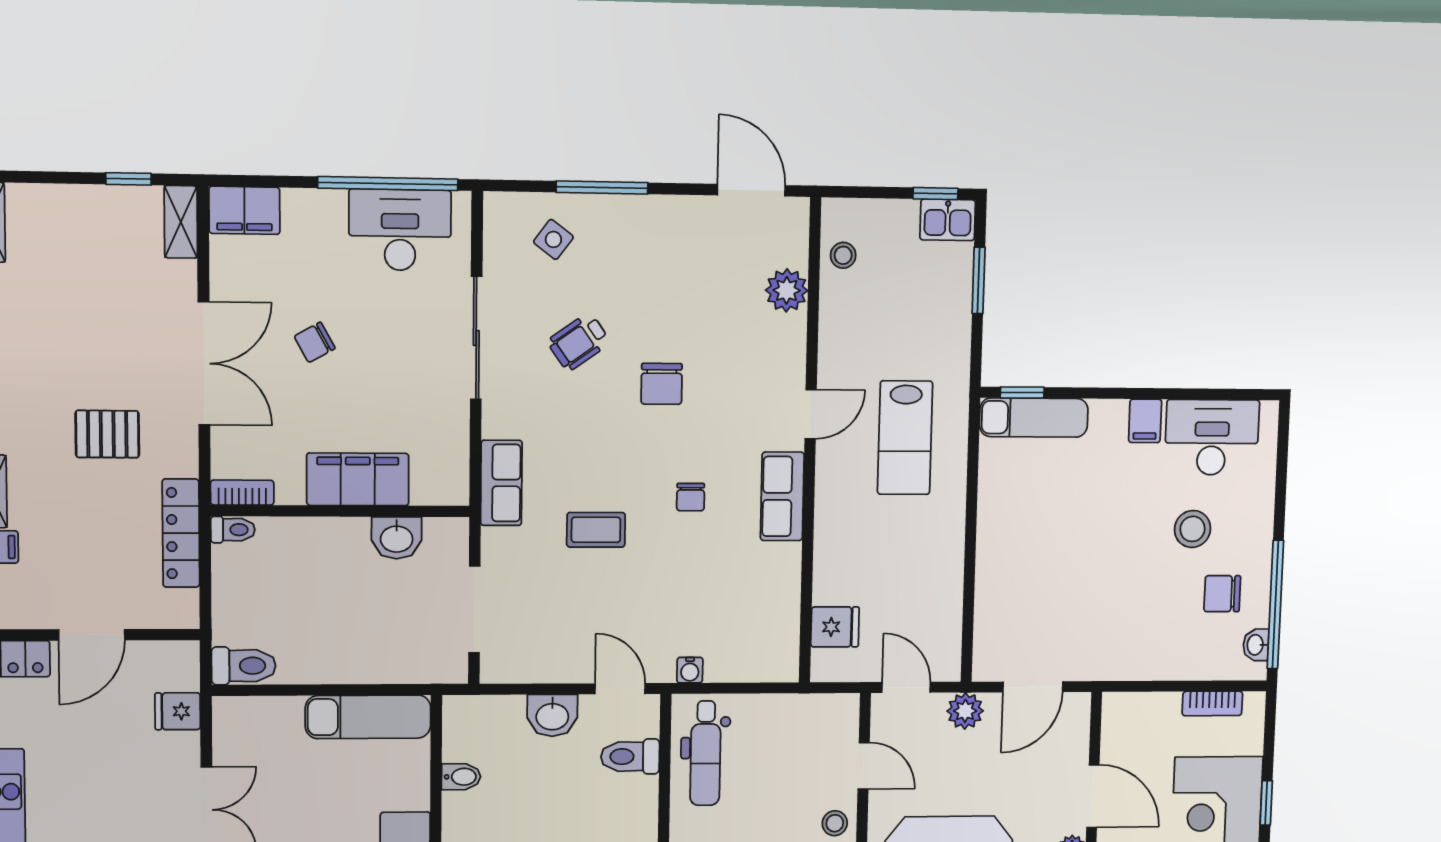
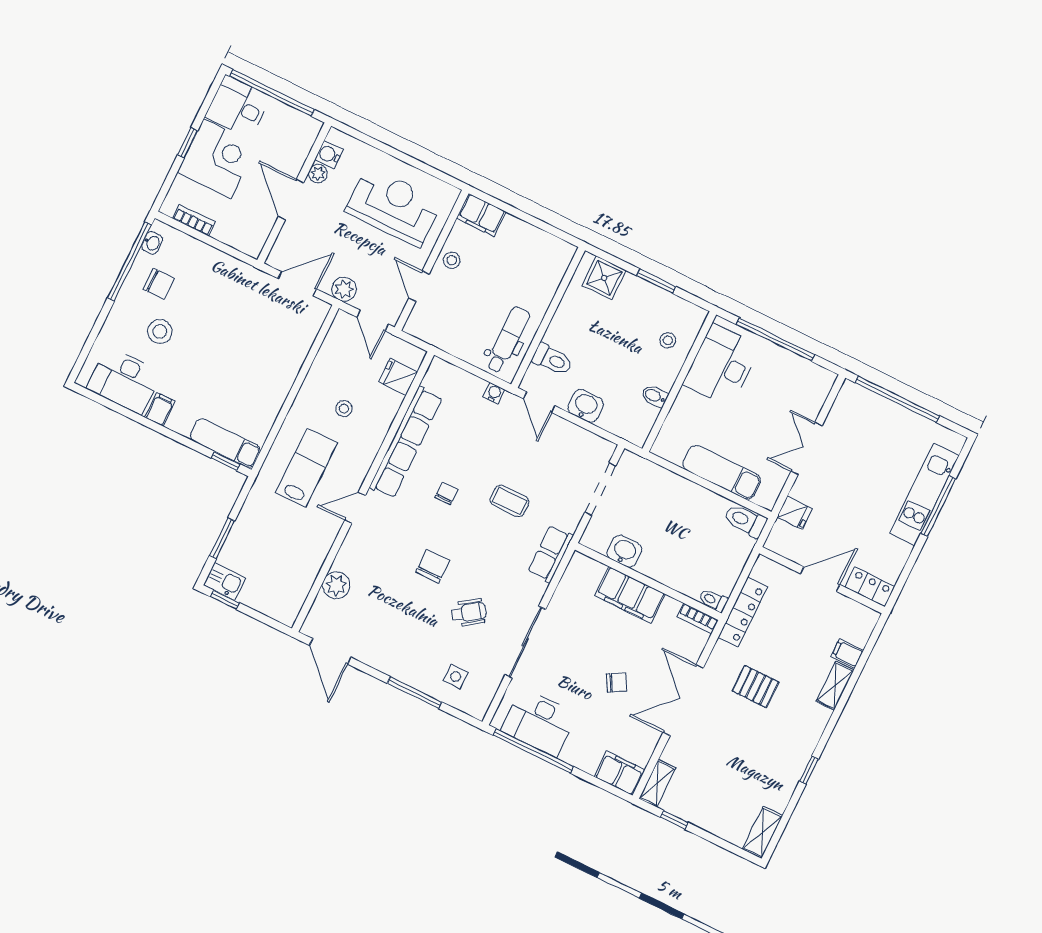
side table: (553, 239) -> (456, 677), turned -37
stool: (843, 255) -> (344, 409), moved
row of seats: (782, 496) -> (406, 442), width x2.02
exam couch: (368, 717) -> (722, 472), moved

